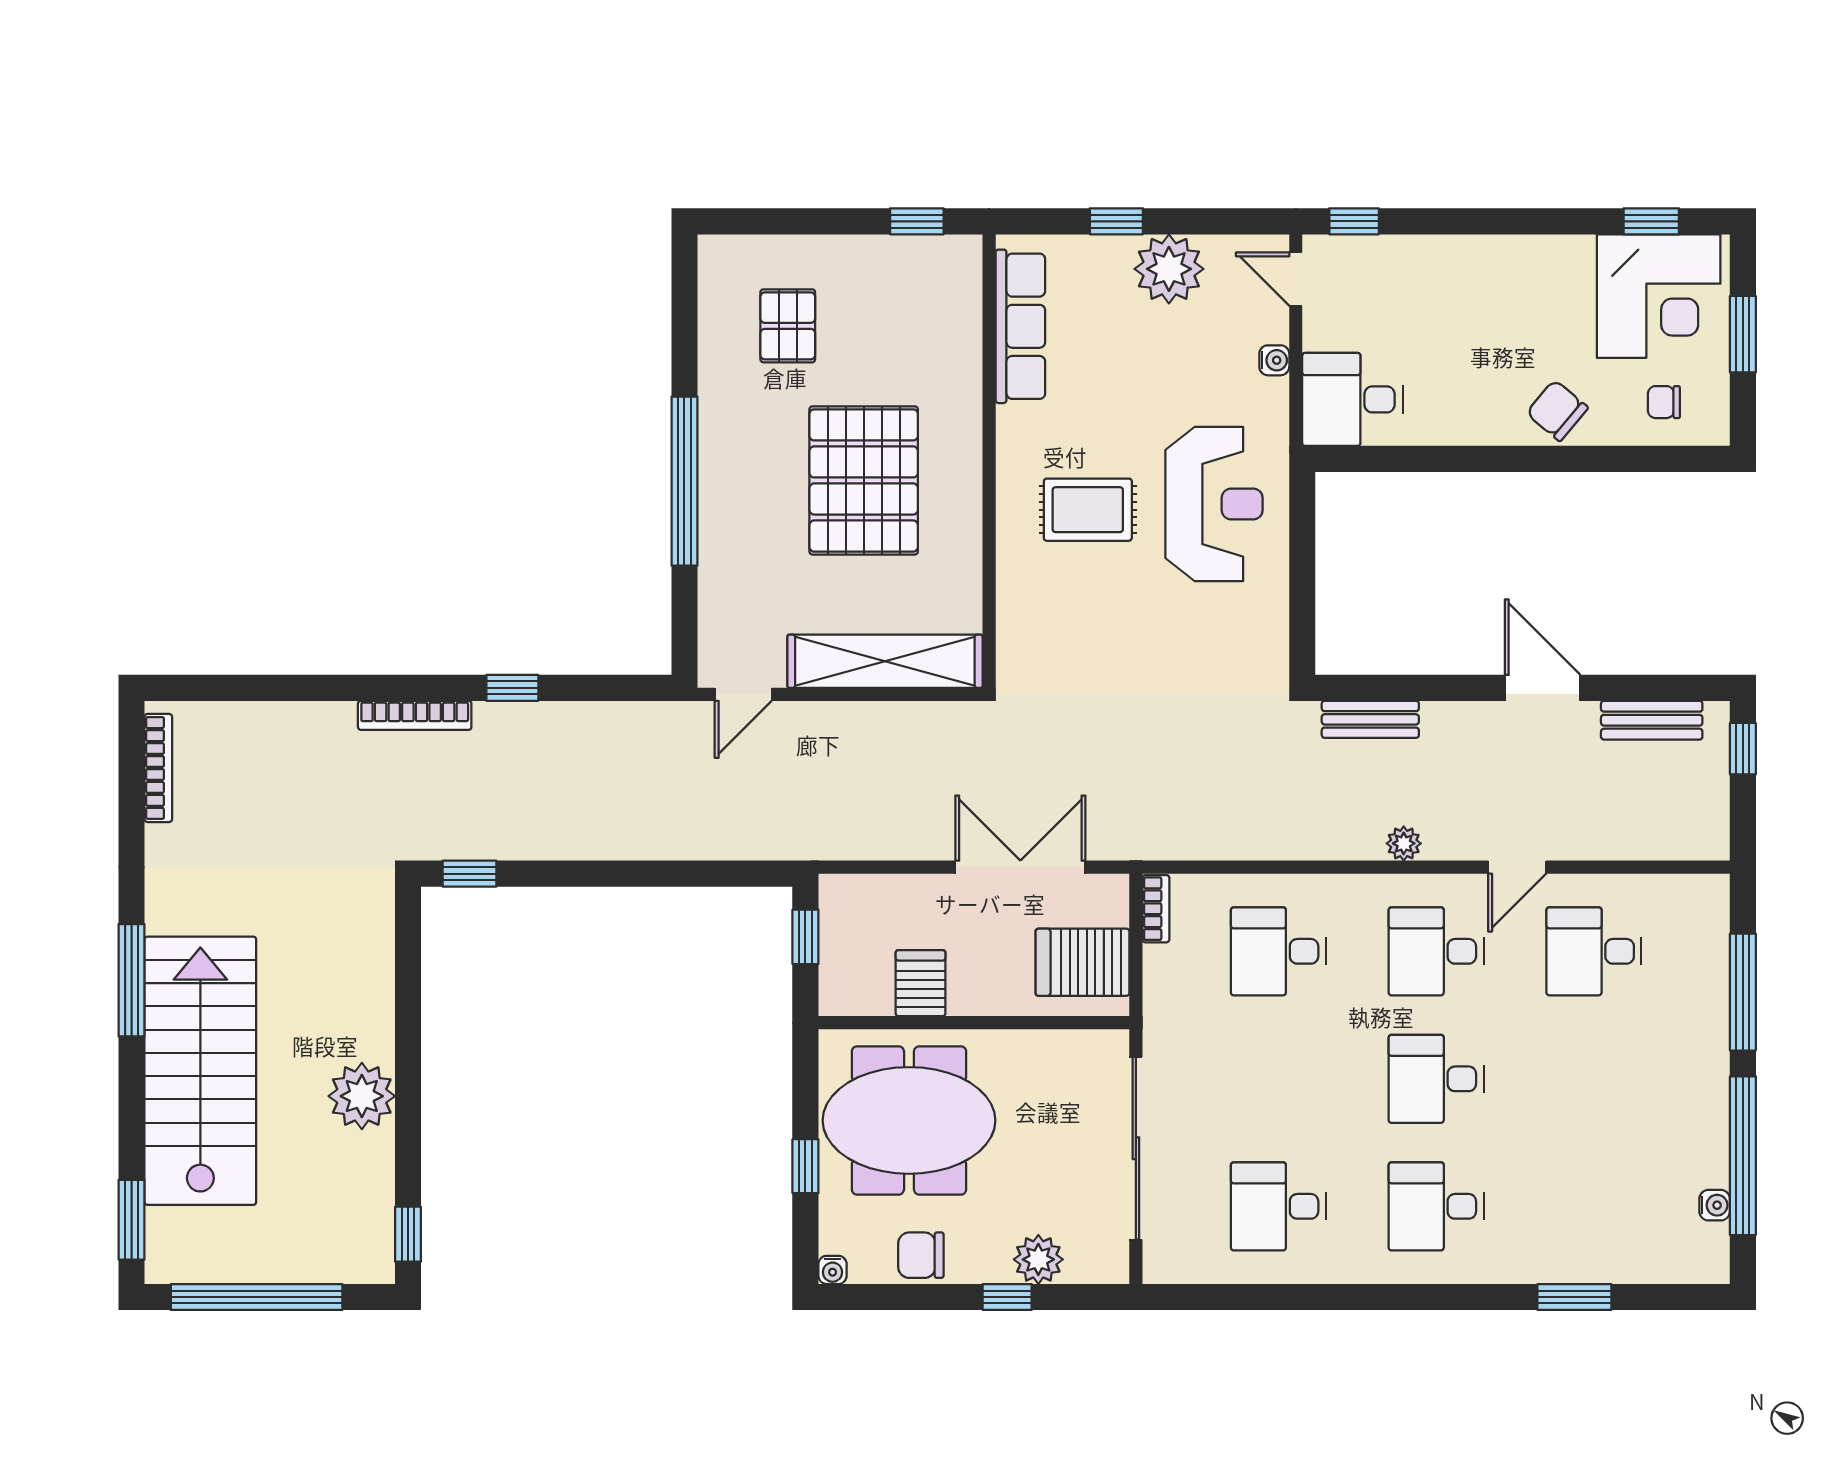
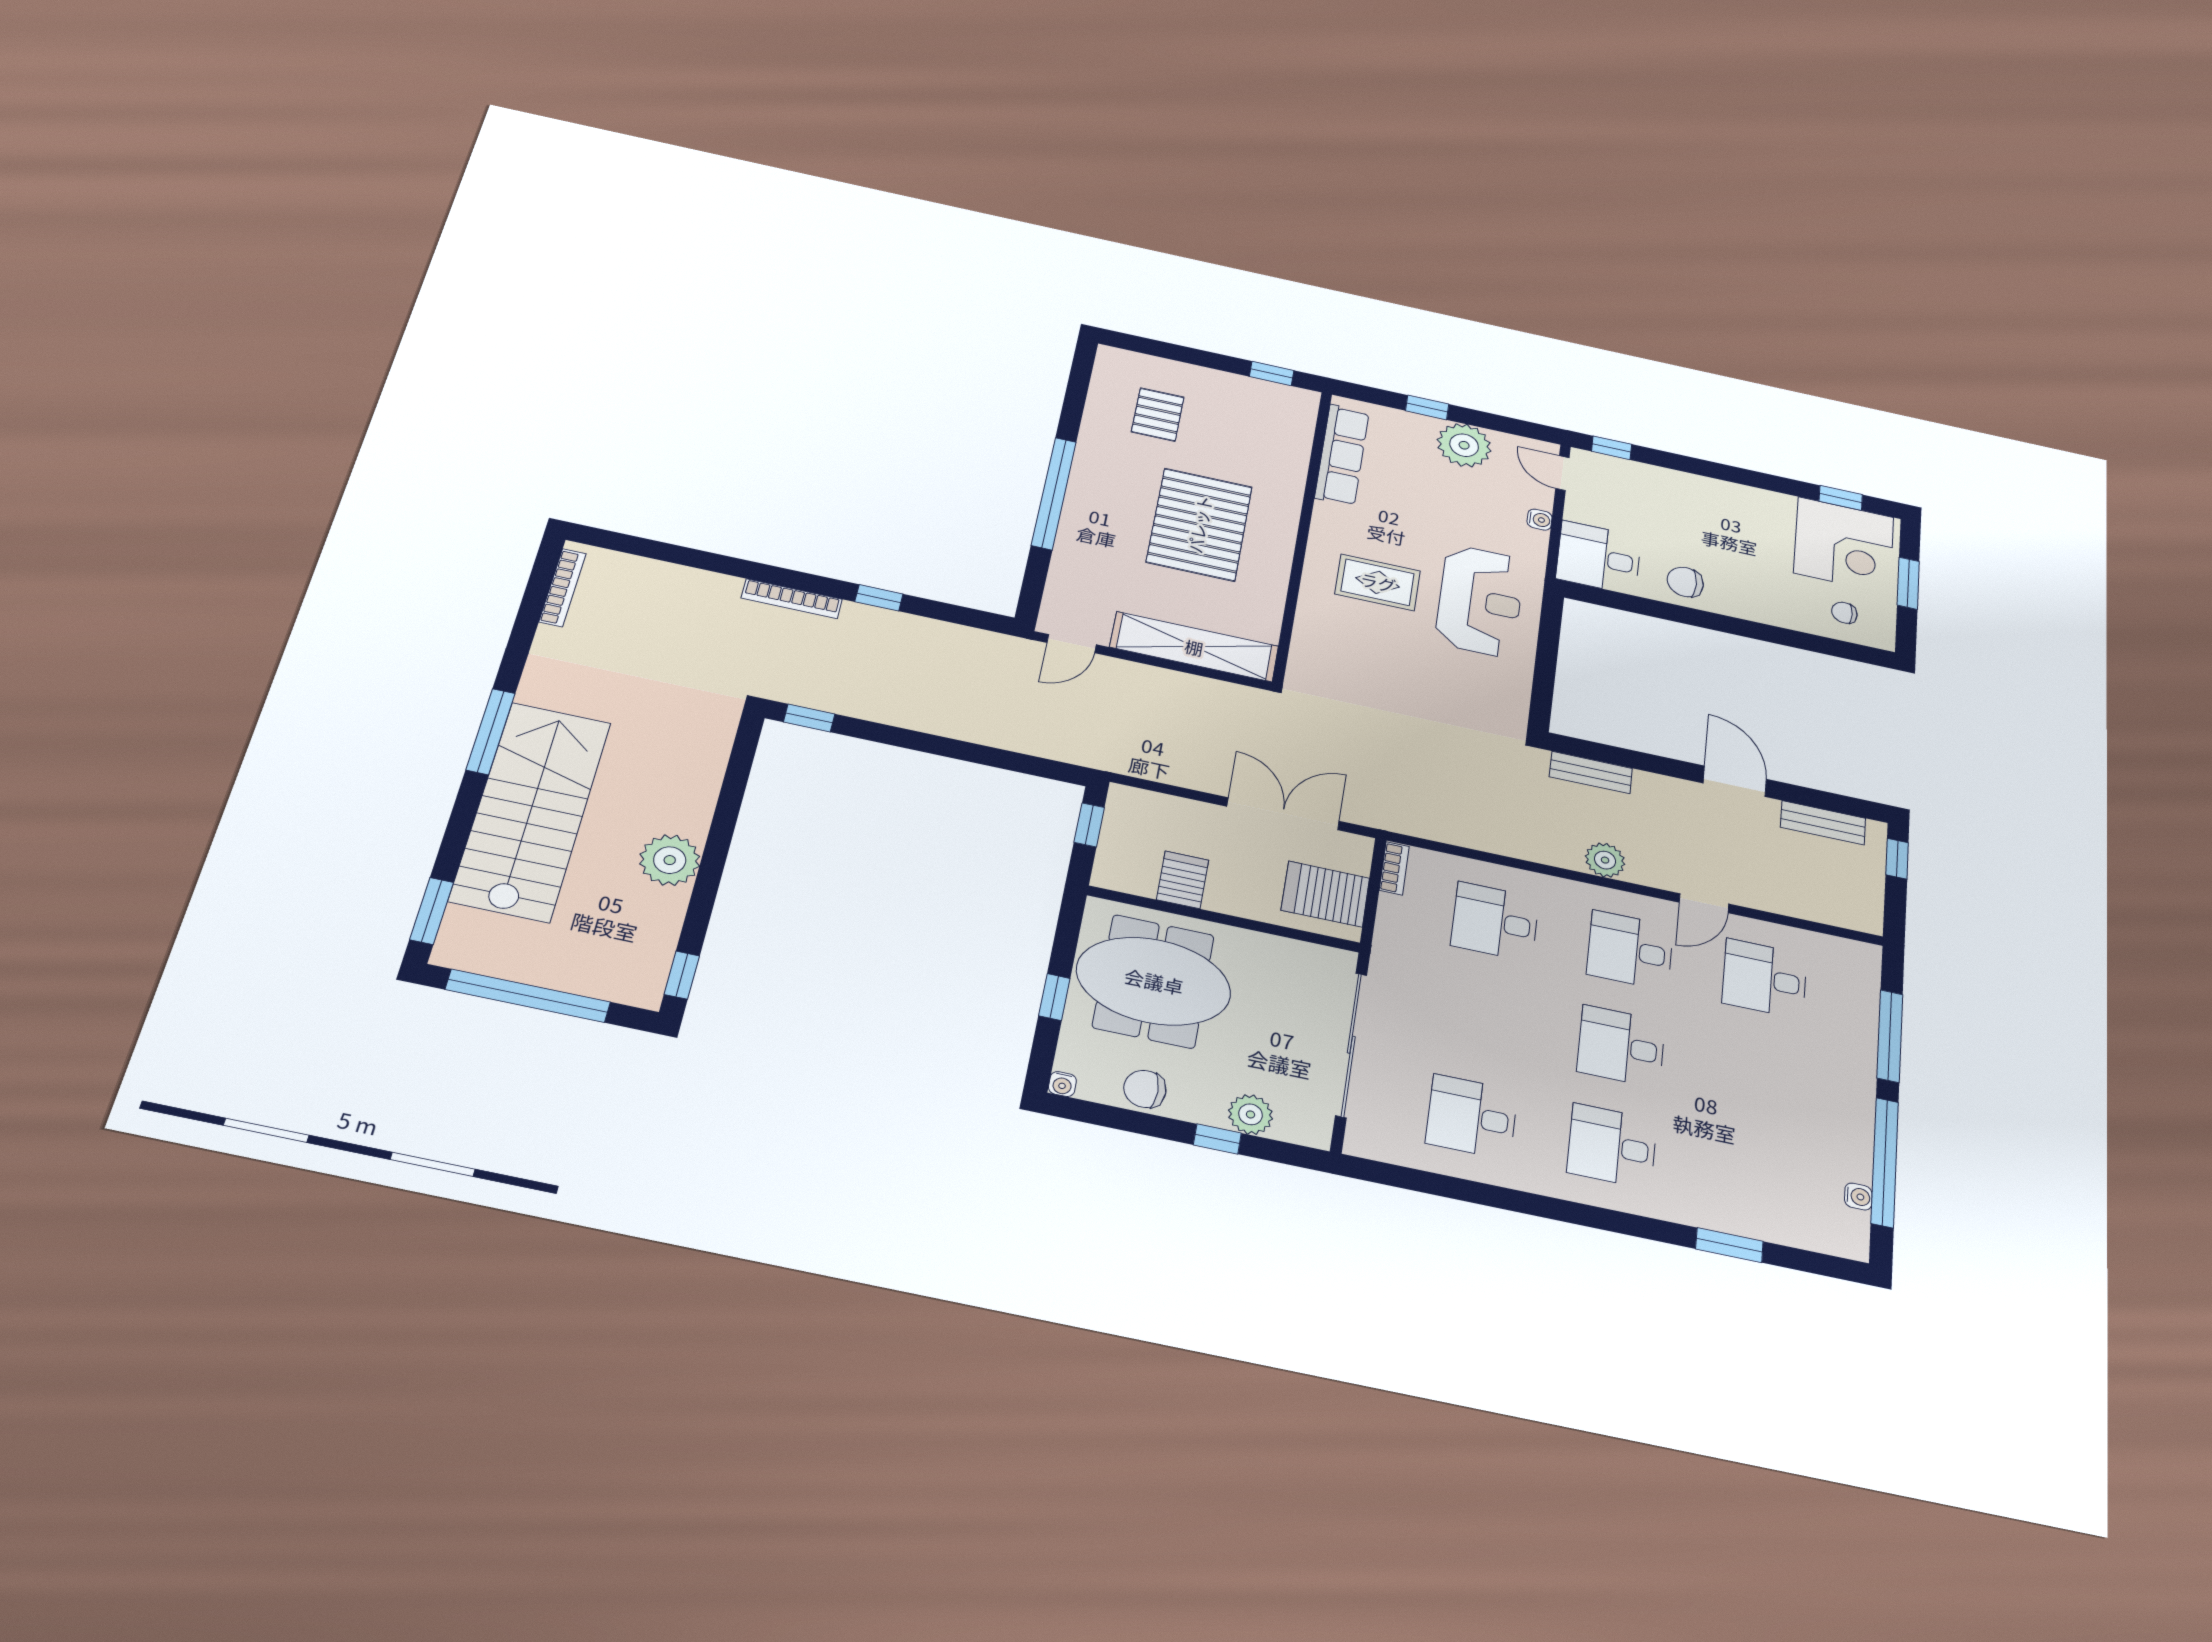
chair: (1557, 410) -> (1685, 582), moved, turned -40
plant: (1404, 843) -> (1605, 860), width x1.38, depth x1.38

